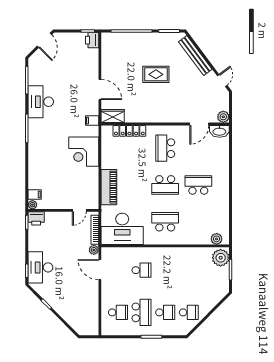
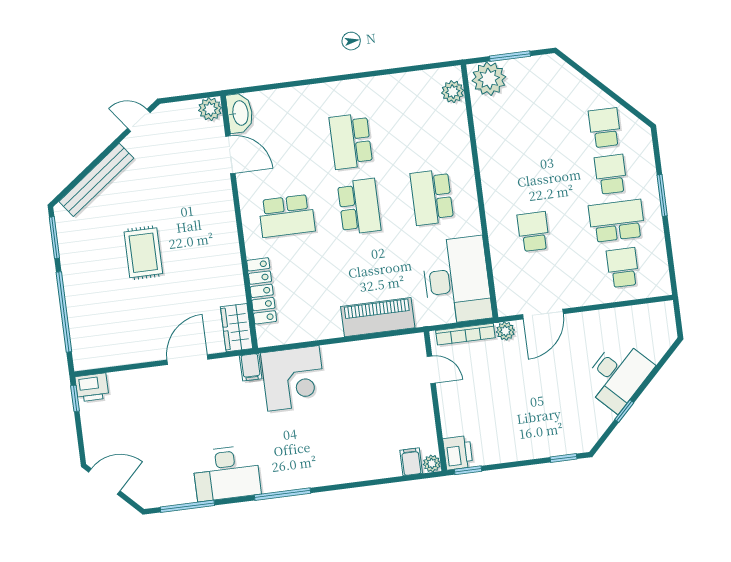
corner desk: (84, 152) -> (293, 378), moved
desk: (40, 267) -> (618, 375), moved, turned -45

